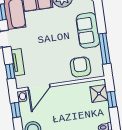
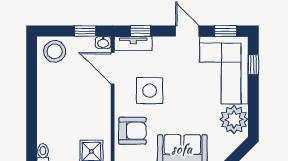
side table: (51, 59) -> (150, 91), added
tv unit: (18, 62) -> (133, 43), moved

